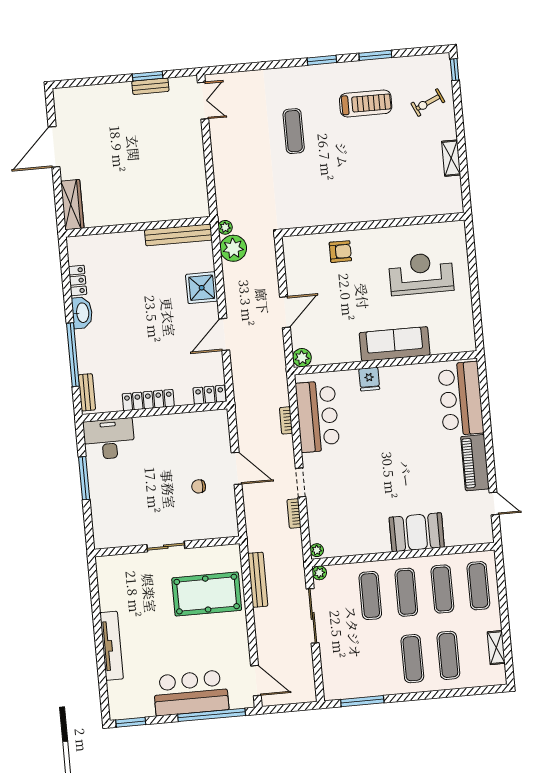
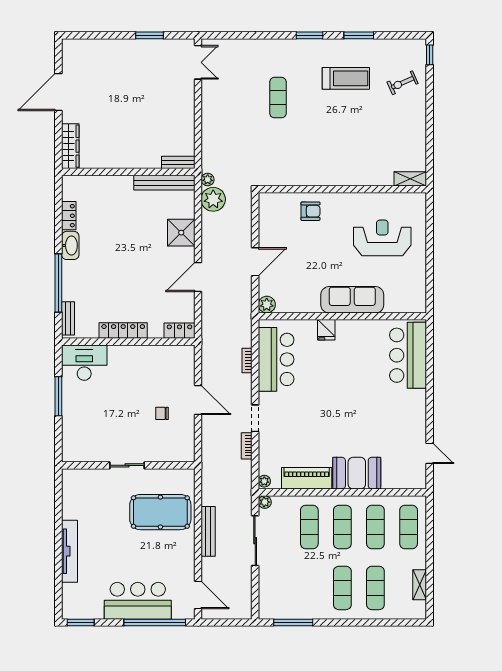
bench: (150, 86) -> (178, 162), moved
shelving: (451, 158) -> (410, 179), moved, turned 90
piano: (475, 463) -> (307, 478), moved, turned 90
bench: (258, 580) -> (208, 531), moved

